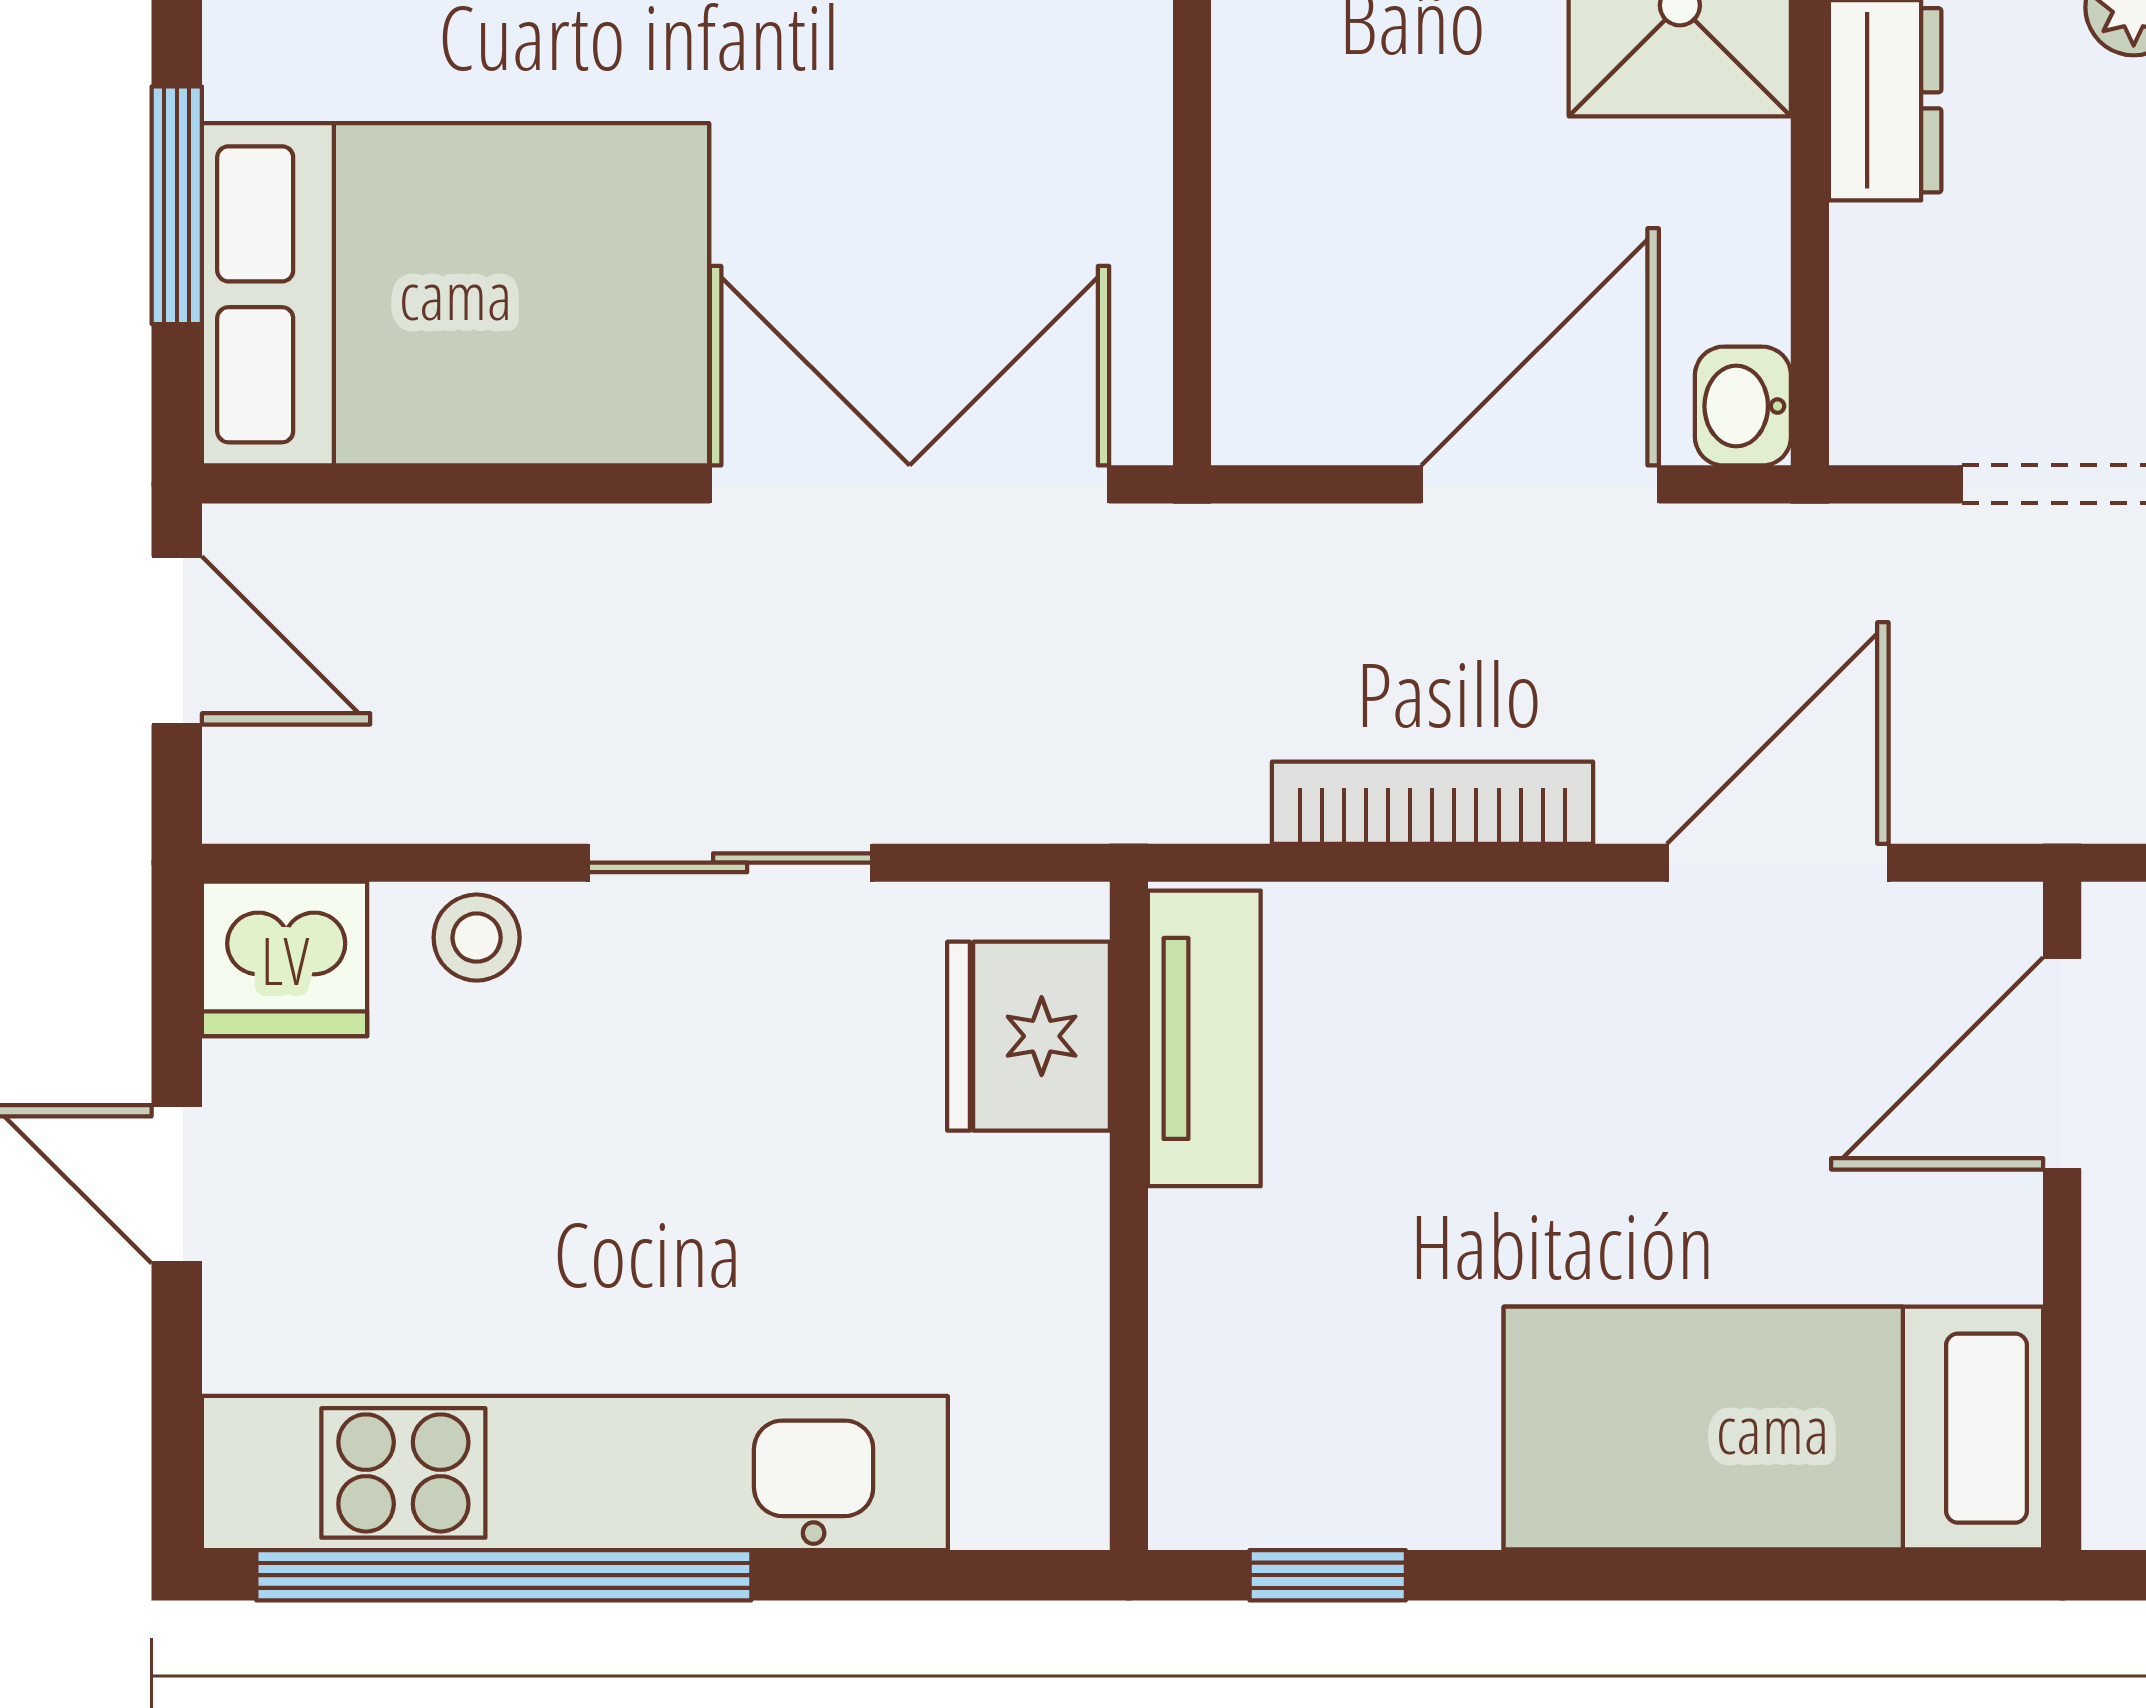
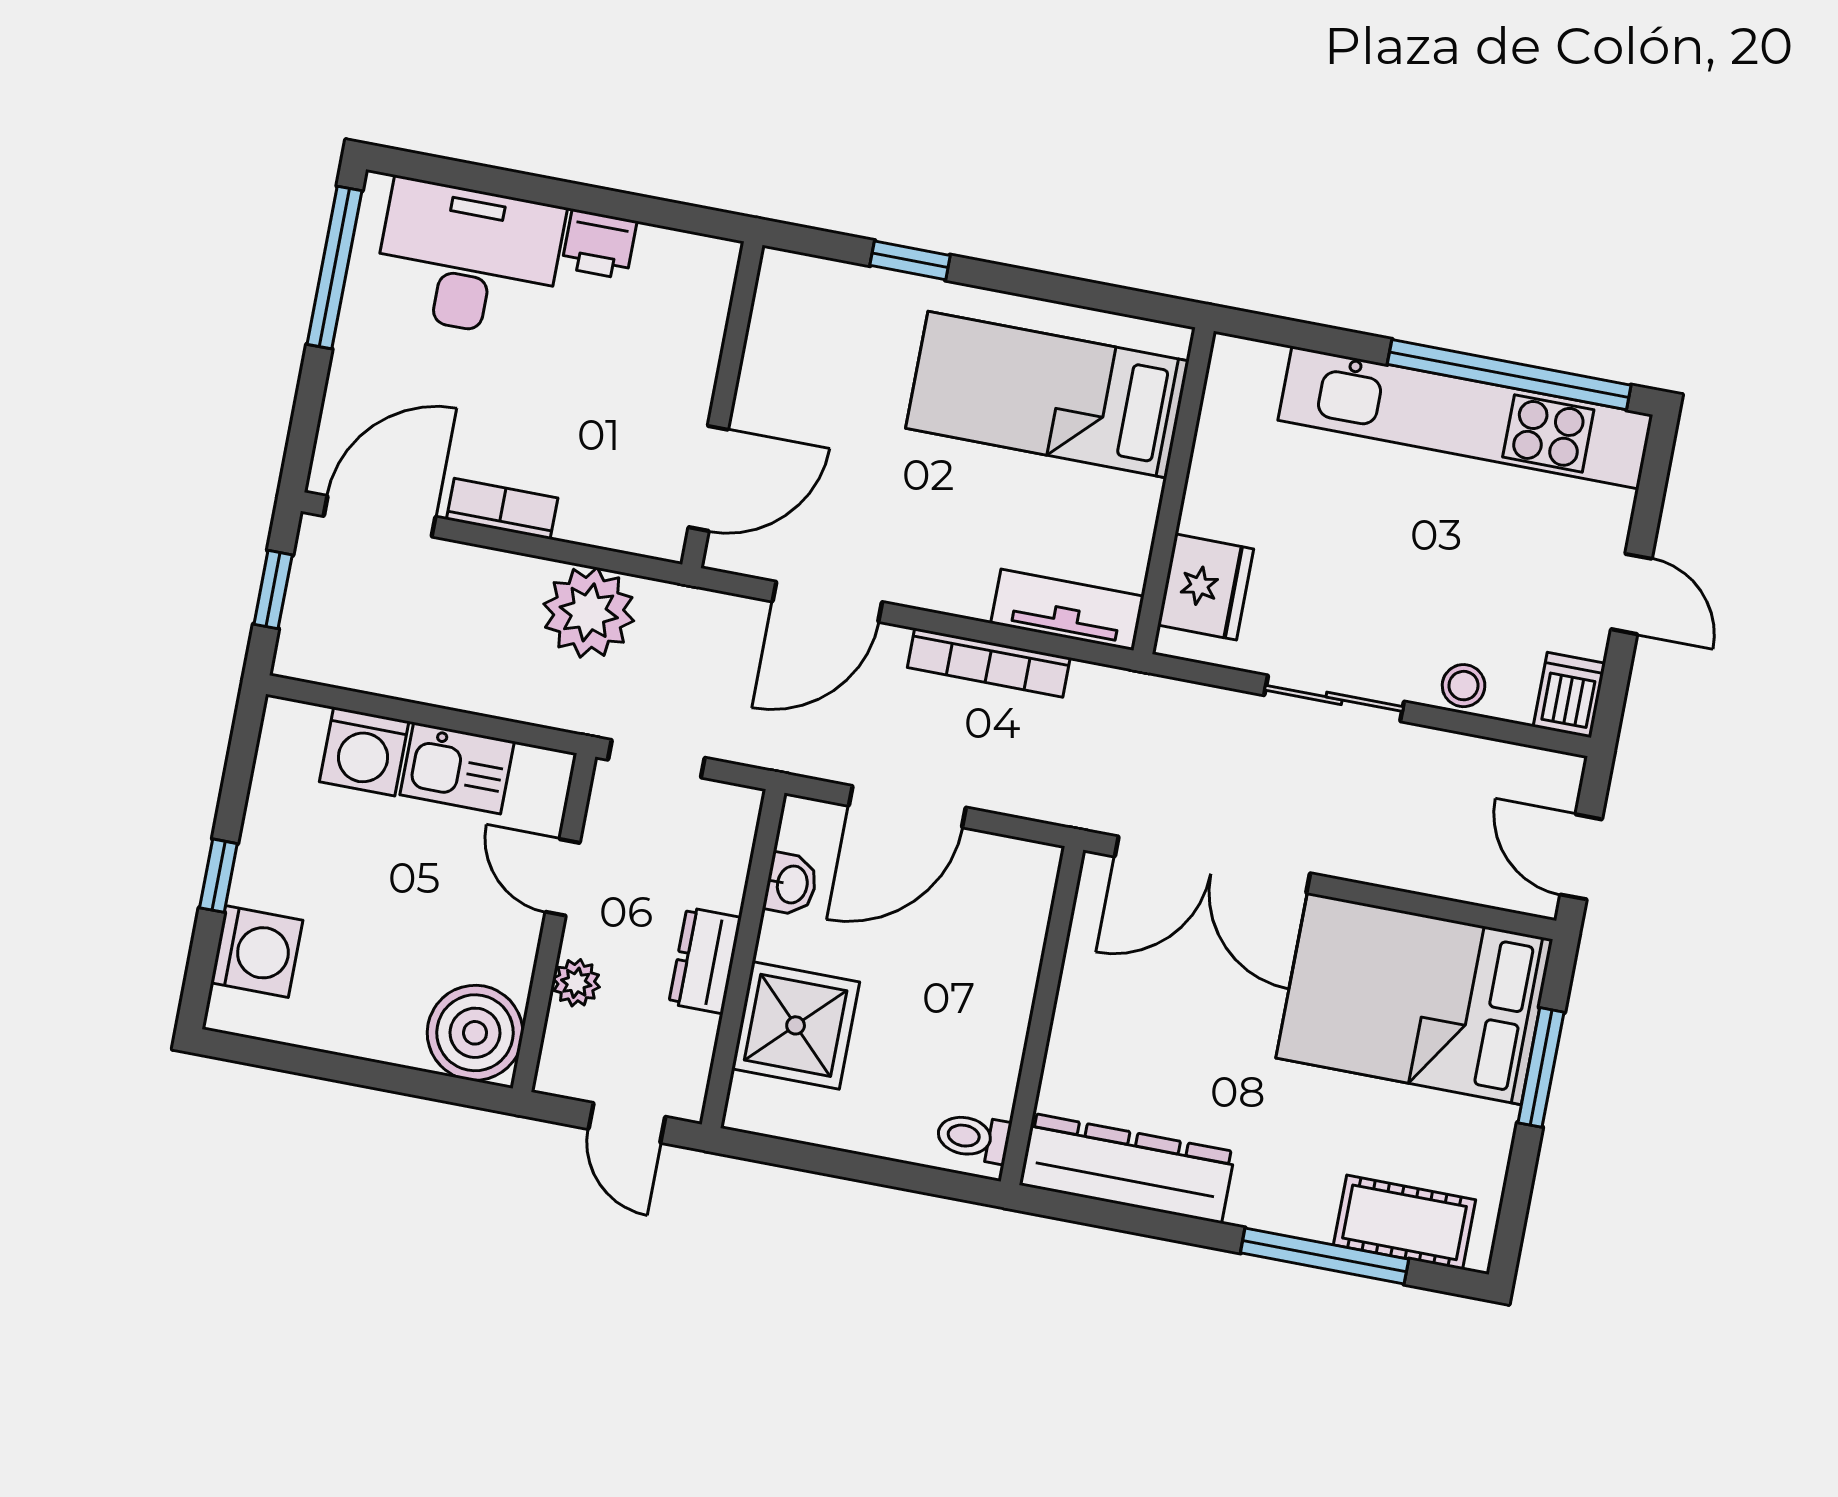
washbasin: (1743, 406) -> (791, 884), moved
dishwasher: (285, 959) -> (1569, 695), width x0.73
tv unit: (1204, 1038) -> (1067, 610), moved, turned 90
bed: (1773, 1428) -> (1047, 395), moved, turned 180
window: (1328, 1575) -> (910, 260), moved

